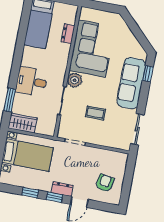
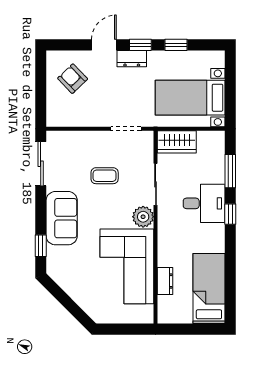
window: (15, 71) -> (230, 214), added
sofa: (131, 83) -> (62, 218), width x0.73
wardrobe: (23, 123) -> (177, 142), moved
armchair: (105, 183) -> (73, 79), turned 126

